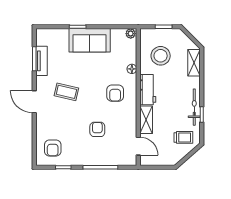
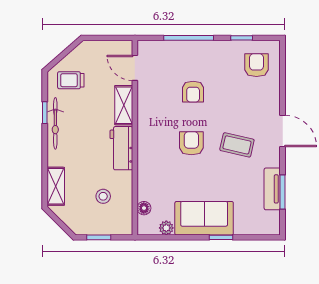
plant: (131, 34) -> (166, 228), moved
stool: (161, 56) -> (103, 196), width x0.53, depth x0.53
floor lamp: (132, 69) -> (144, 208), moved
armchair: (115, 93) -> (191, 143), moved

